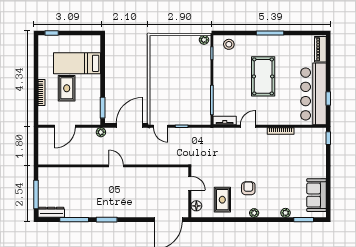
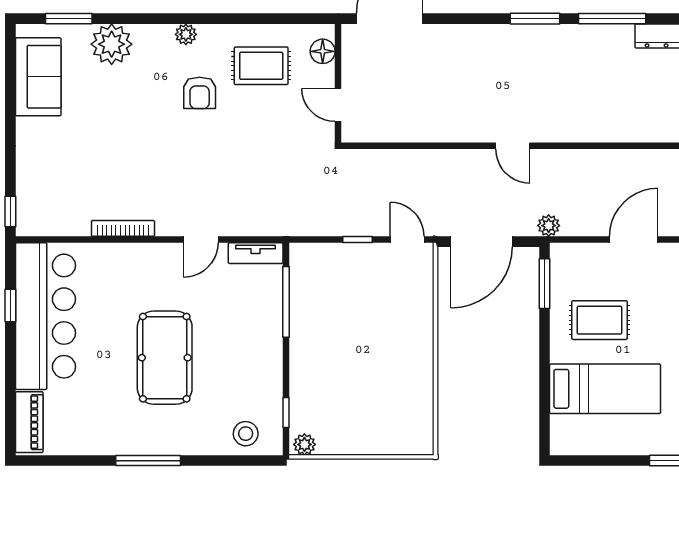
rug: (67, 88) -> (599, 320), moved, turned 90
rug: (222, 200) -> (261, 66), turned 90
plant: (286, 213) -> (112, 44), width x1.87, depth x1.87

